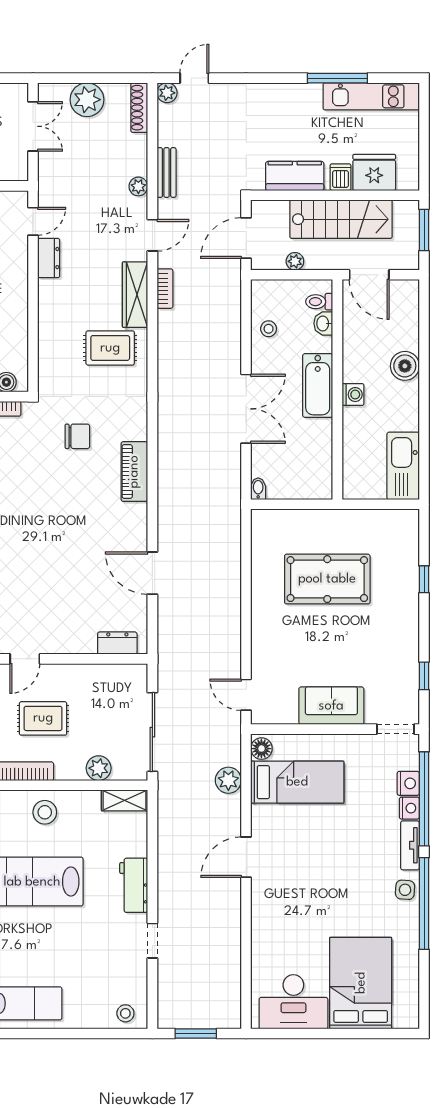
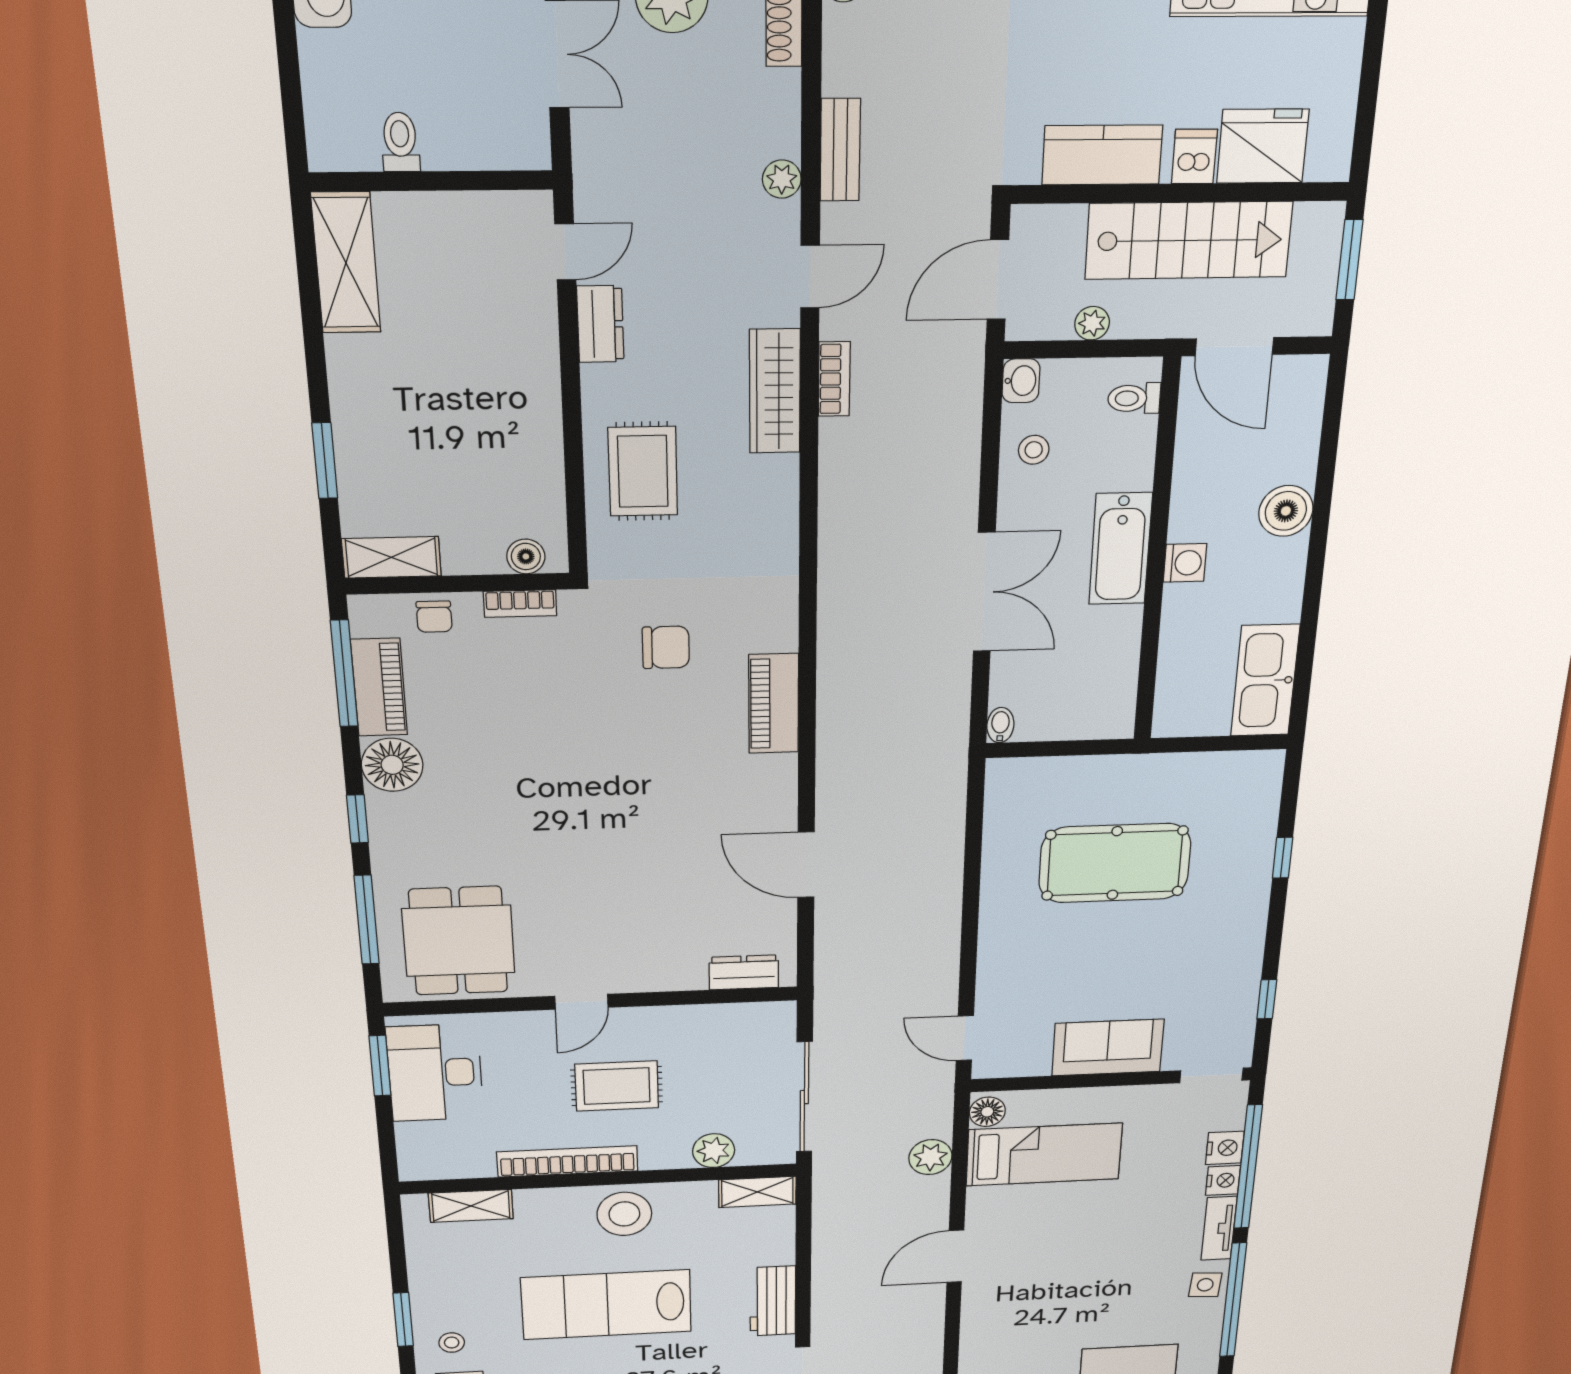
washbasin: (323, 323) -> (1021, 381), moved, turned 180
rug: (110, 348) -> (643, 471), moved, turned 90
stool: (45, 812) -> (624, 1214), width x1.38, depth x1.38

